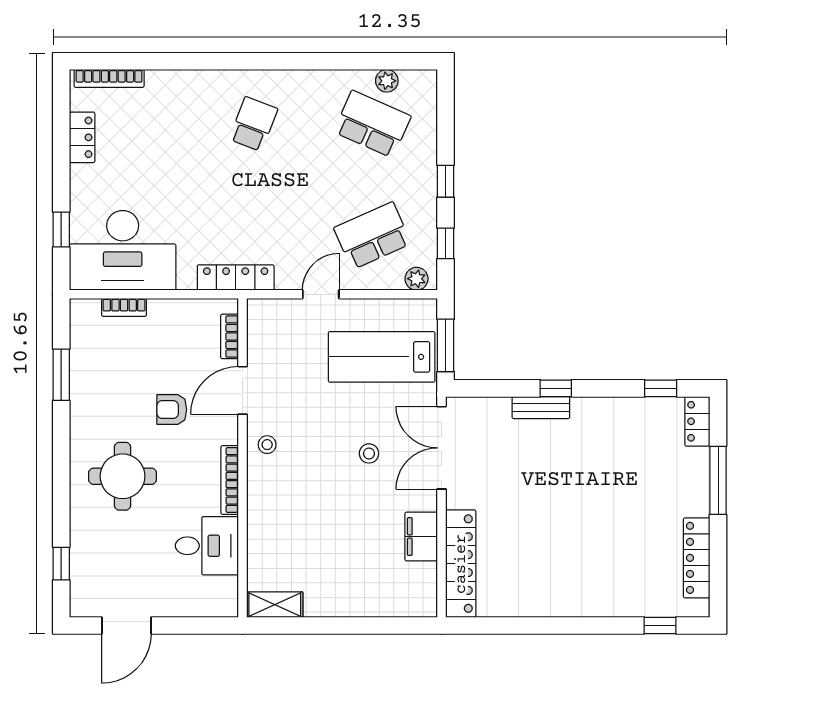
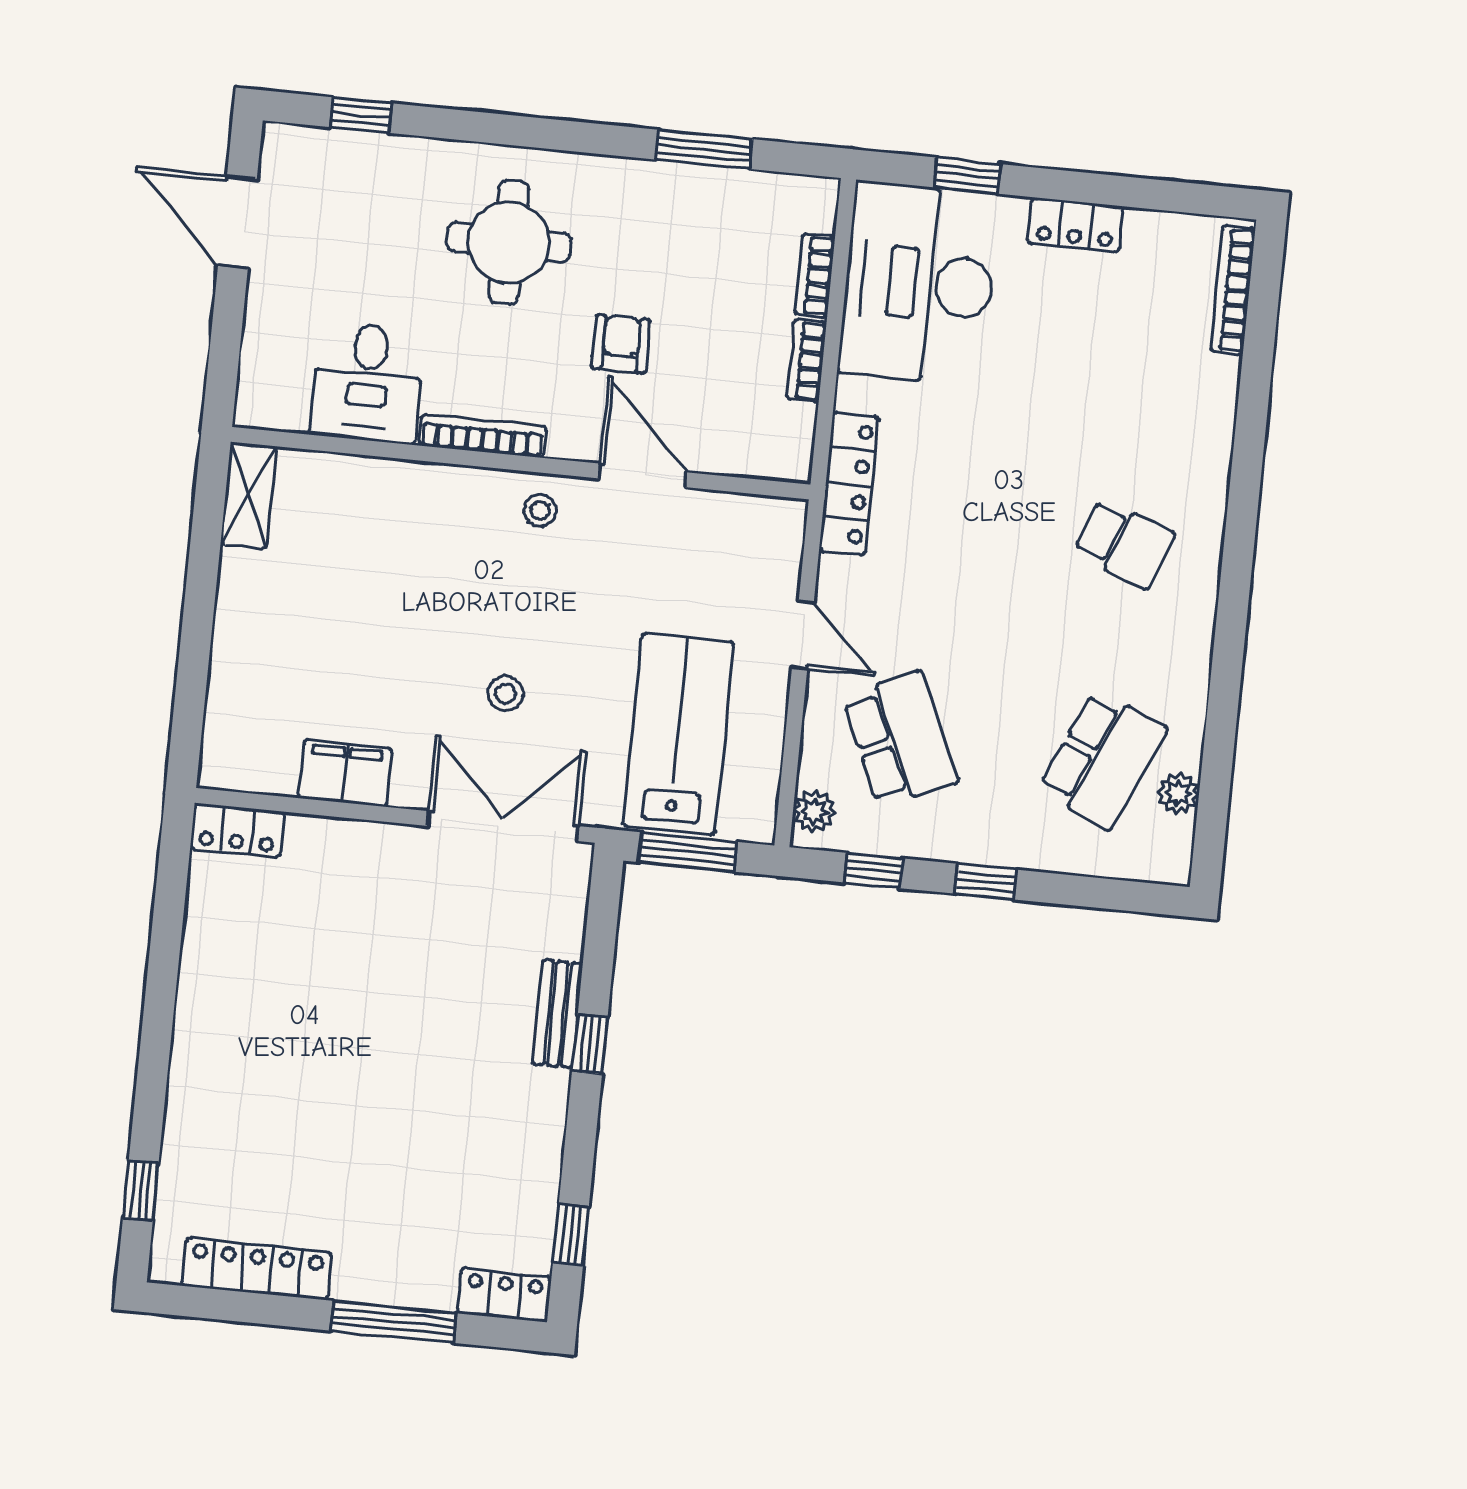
locker: (82, 137) -> (1076, 225), moved
bookcase: (229, 336) -> (807, 361), moved, turned -90
locker: (461, 564) -> (237, 830), width x0.46, depth x0.83

